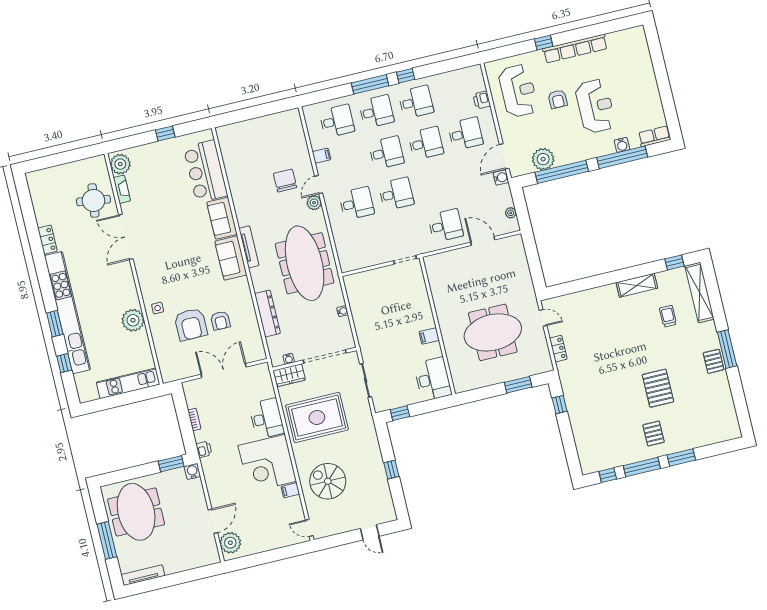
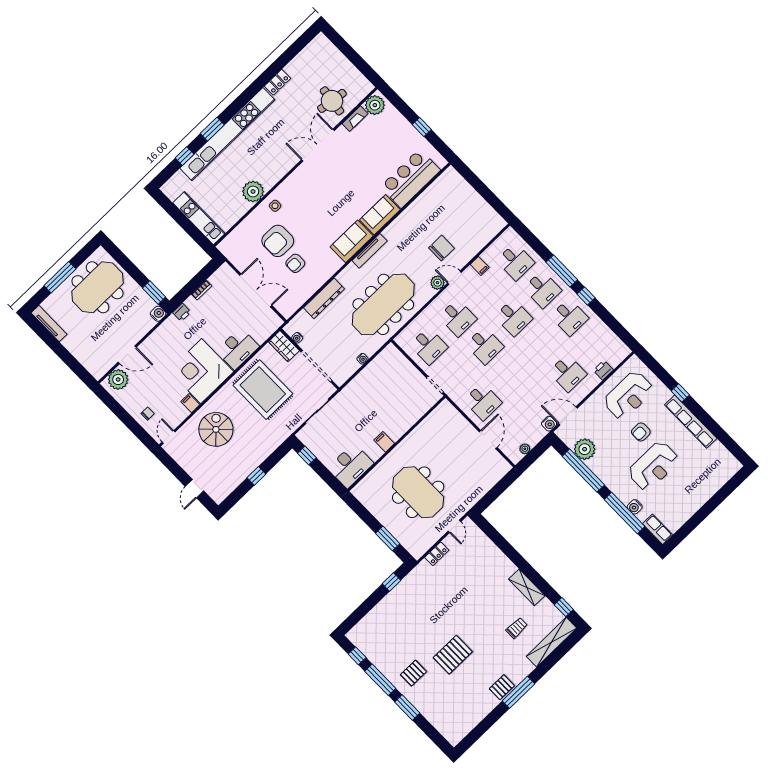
desk: (426, 143) -> (429, 346), moved
chair: (277, 534) -> (148, 414), added

